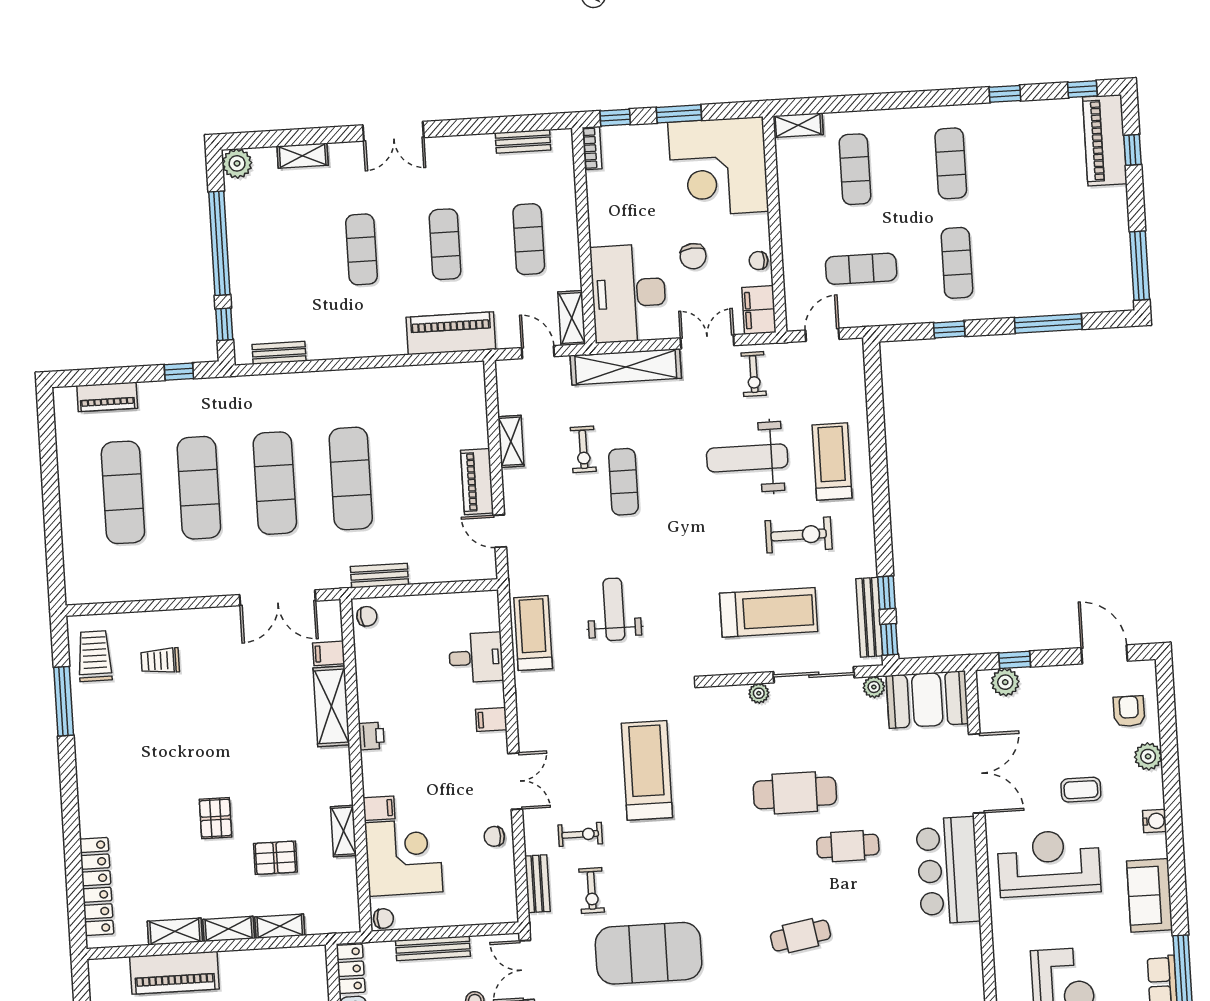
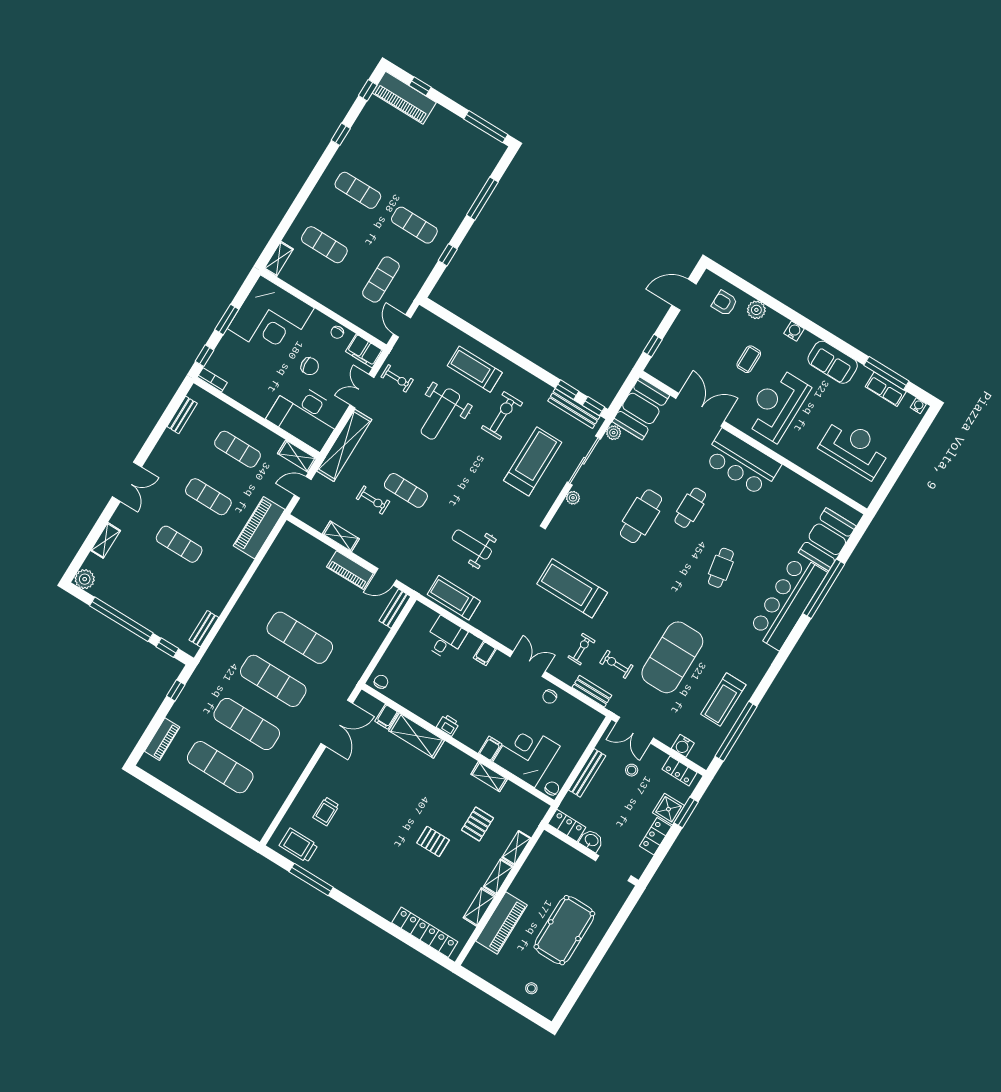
bench: (379, 576) -> (395, 609), moved
plant: (1005, 682) -> (661, 359), removed
exercise bike: (592, 891) -> (616, 664), turned 180

